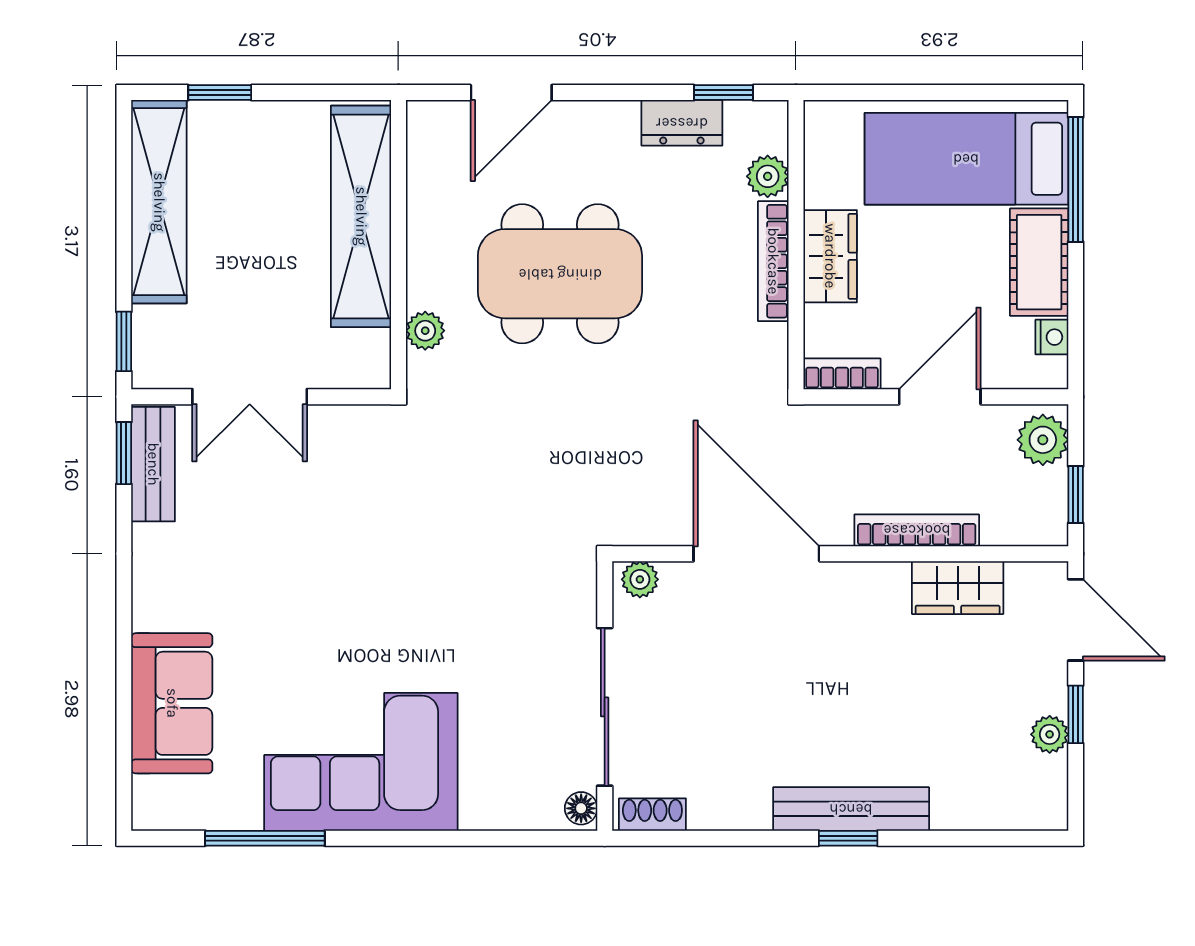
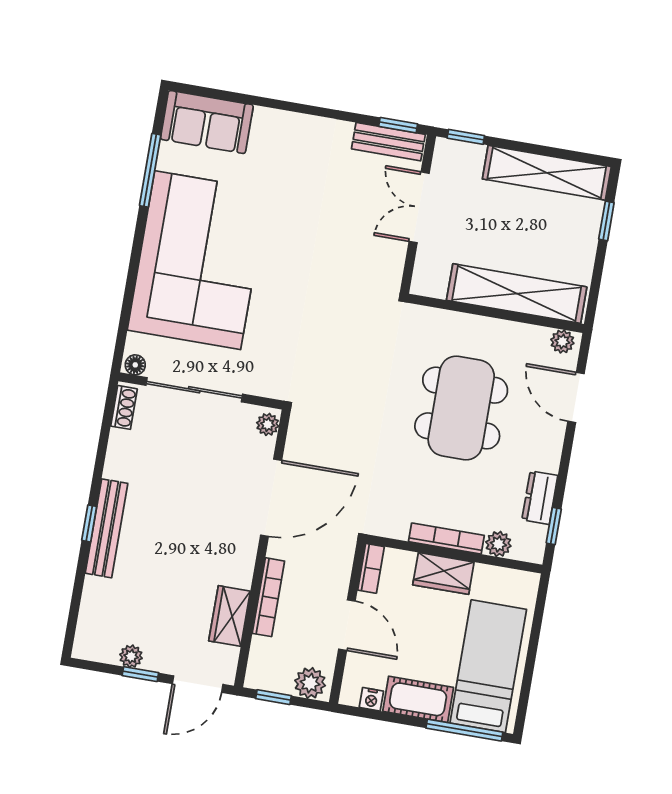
plant: (425, 331) -> (562, 341), moved
sofa: (172, 703) -> (207, 122), moved
corner sofa: (361, 762) -> (198, 260), width x1.36, depth x1.36

